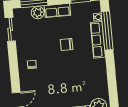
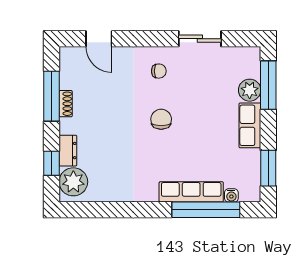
sliding door: (10, 29) -> (200, 39), moved
chair: (67, 45) -> (161, 119), moved

